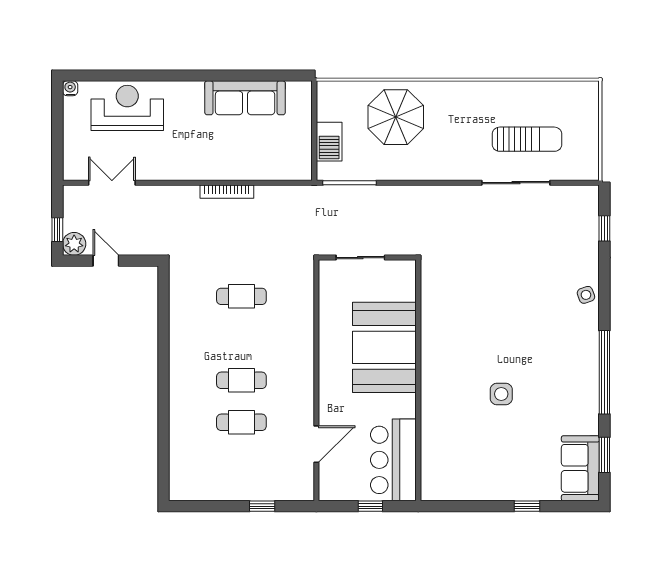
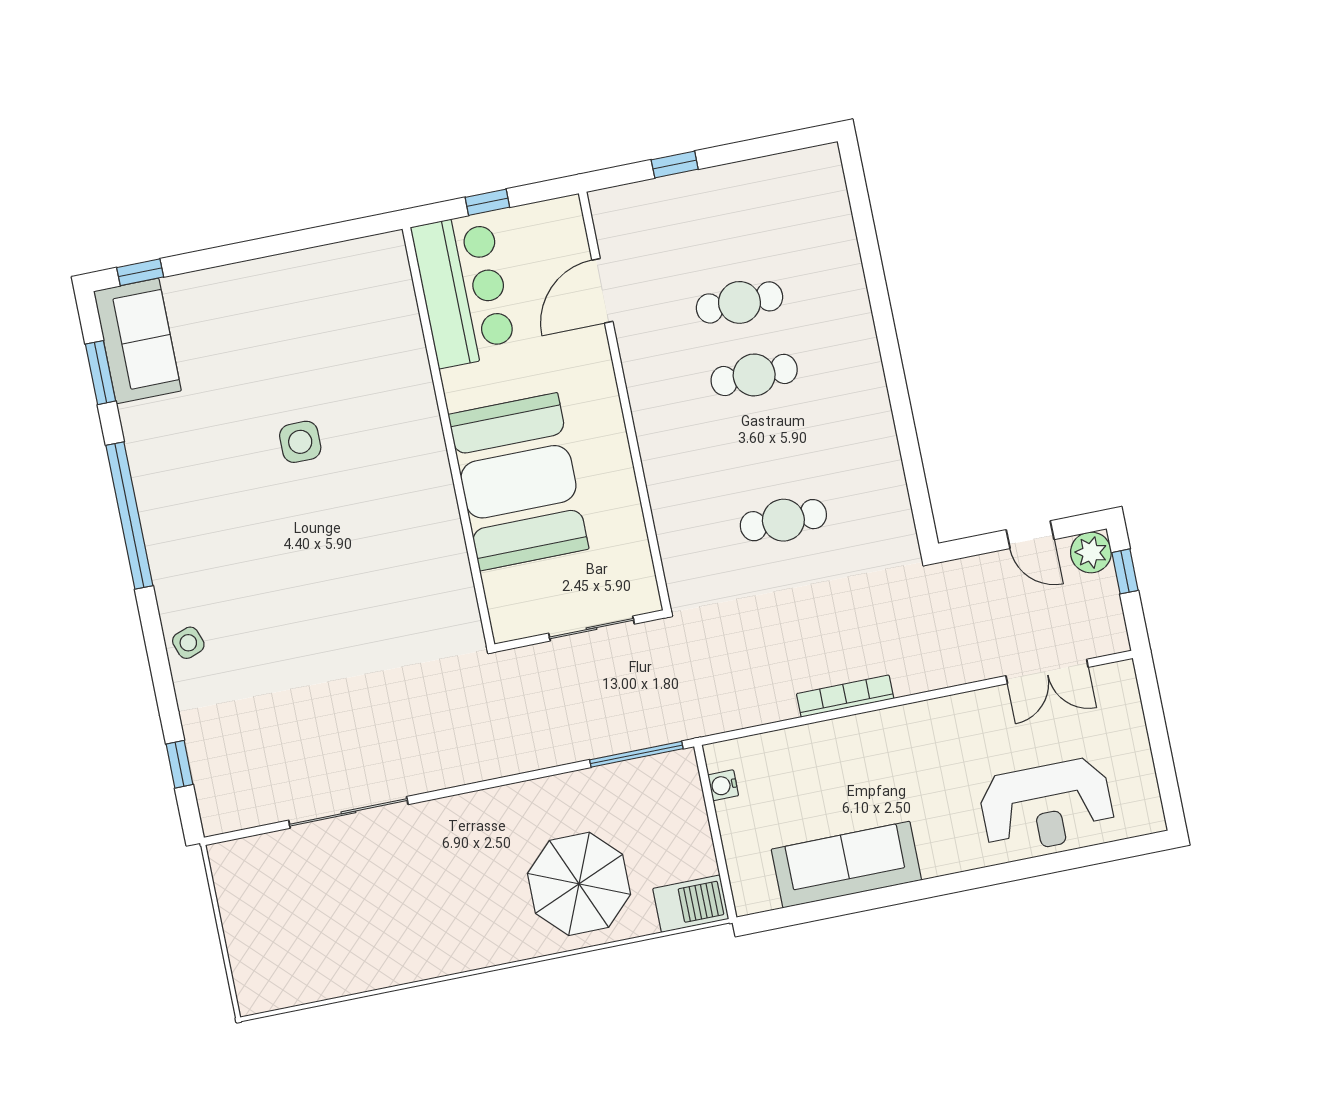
water cooler: (70, 88) -> (723, 785), moved, turned 90
sun lounger: (527, 139) -> (344, 891), removed
barbecue: (329, 142) -> (691, 904), moved, turned 90
window: (527, 506) -> (140, 272), moved

